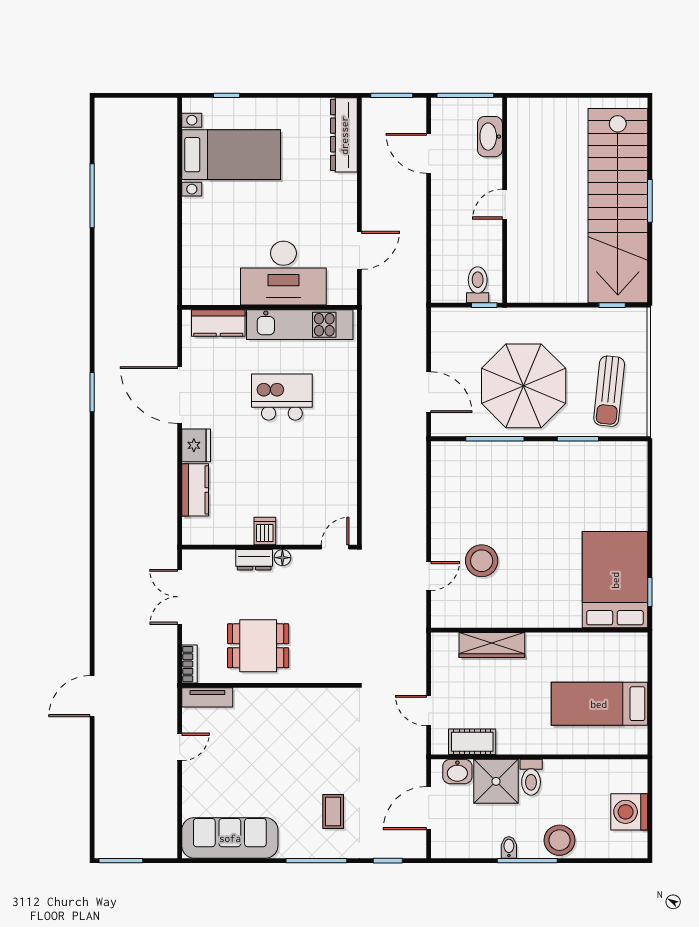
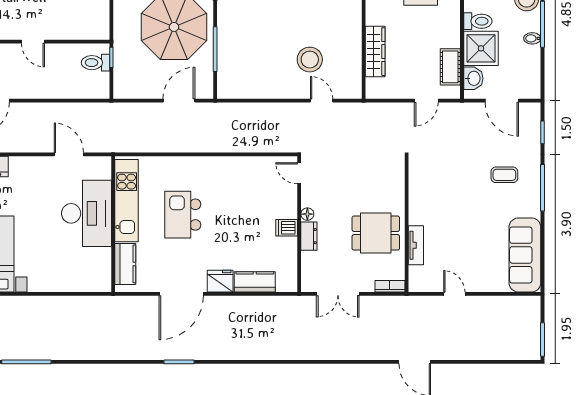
dining table: (258, 646) -> (376, 233), turned 90
tv unit: (207, 697) -> (416, 245), moved

